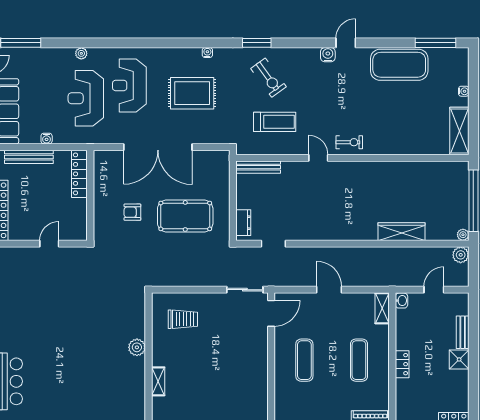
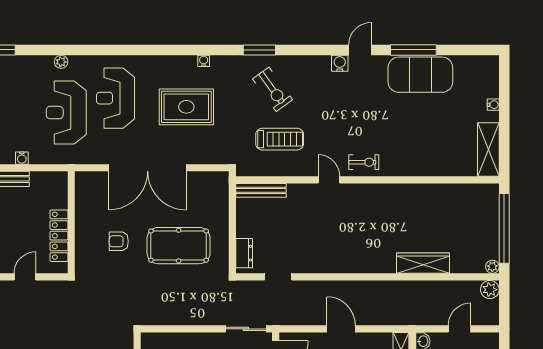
window: (435, 43) -> (413, 50), moved
locker: (79, 174) -> (59, 236), moved

